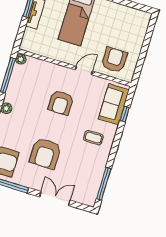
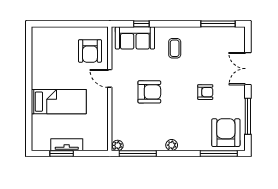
armchair: (114, 60) -> (90, 51), turned -90
armchair: (45, 153) -> (205, 92), width x0.53, depth x0.53

